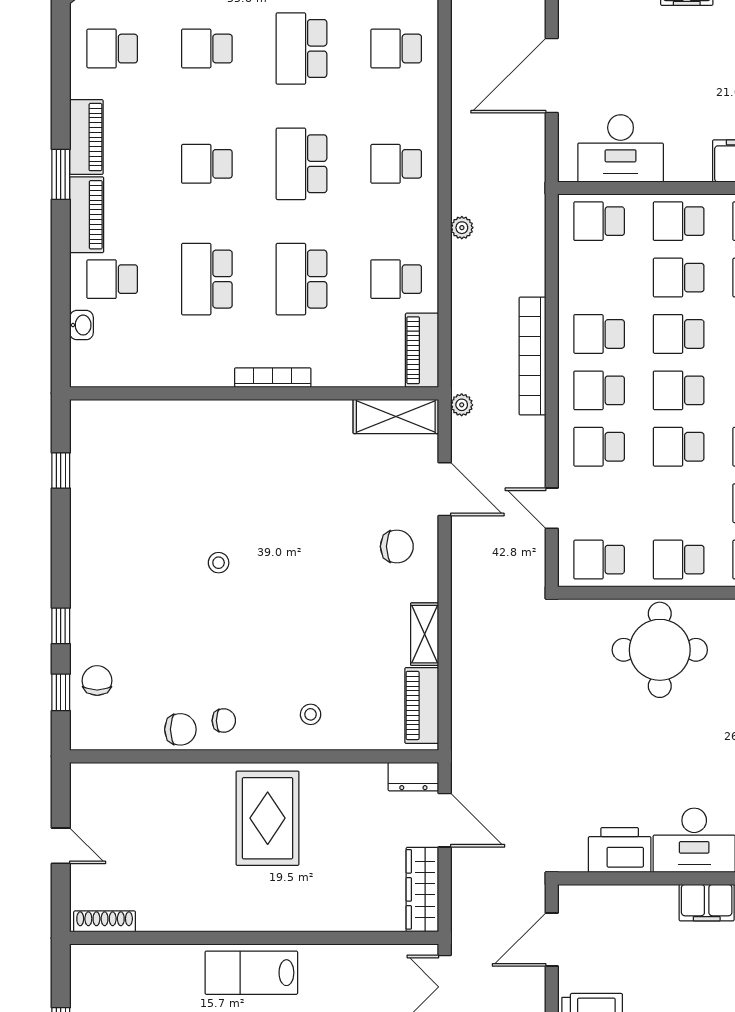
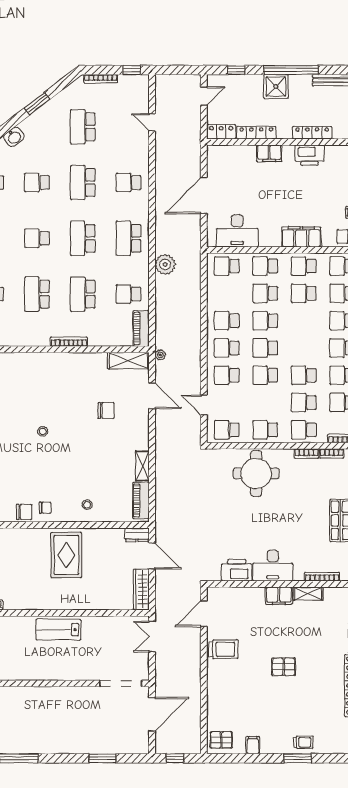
school desk: (396, 164) -> (129, 238), width x1.85
plant: (462, 228) -> (165, 264), width x1.88, depth x1.88
bookcase: (532, 356) -> (194, 331), removed
chair: (397, 546) -> (106, 411), moved

